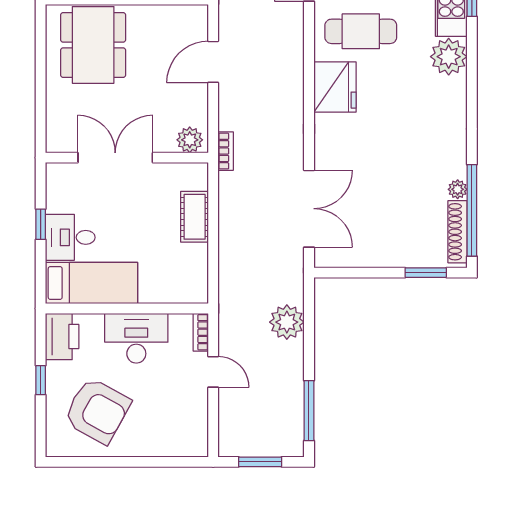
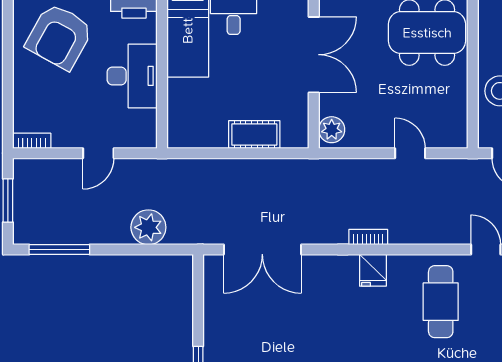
door: (213, 62) -> (410, 153), width x0.73
fridge: (335, 87) -> (373, 270), width x0.53, depth x0.75
bookcase: (226, 151) -> (368, 237), moved, turned 180
bookcase: (201, 332) -> (32, 141), moved

